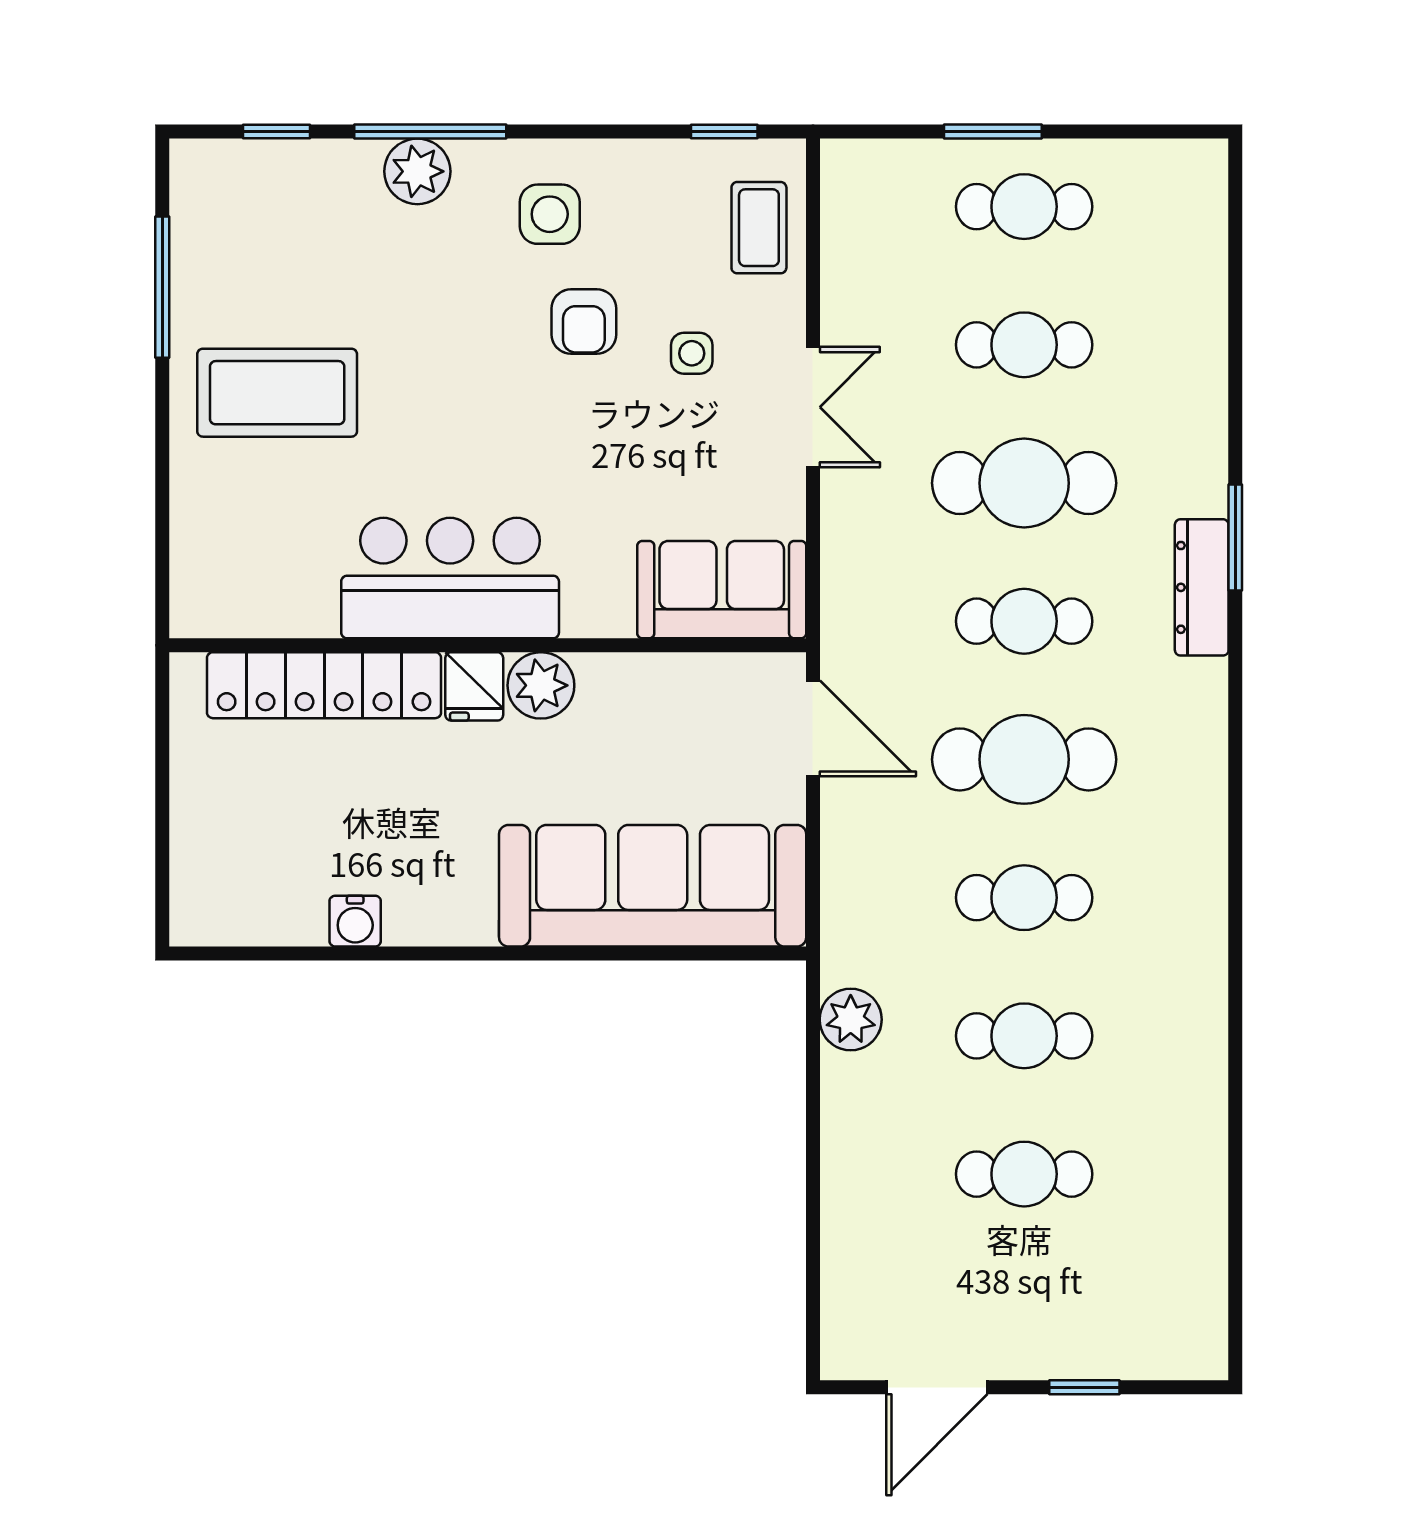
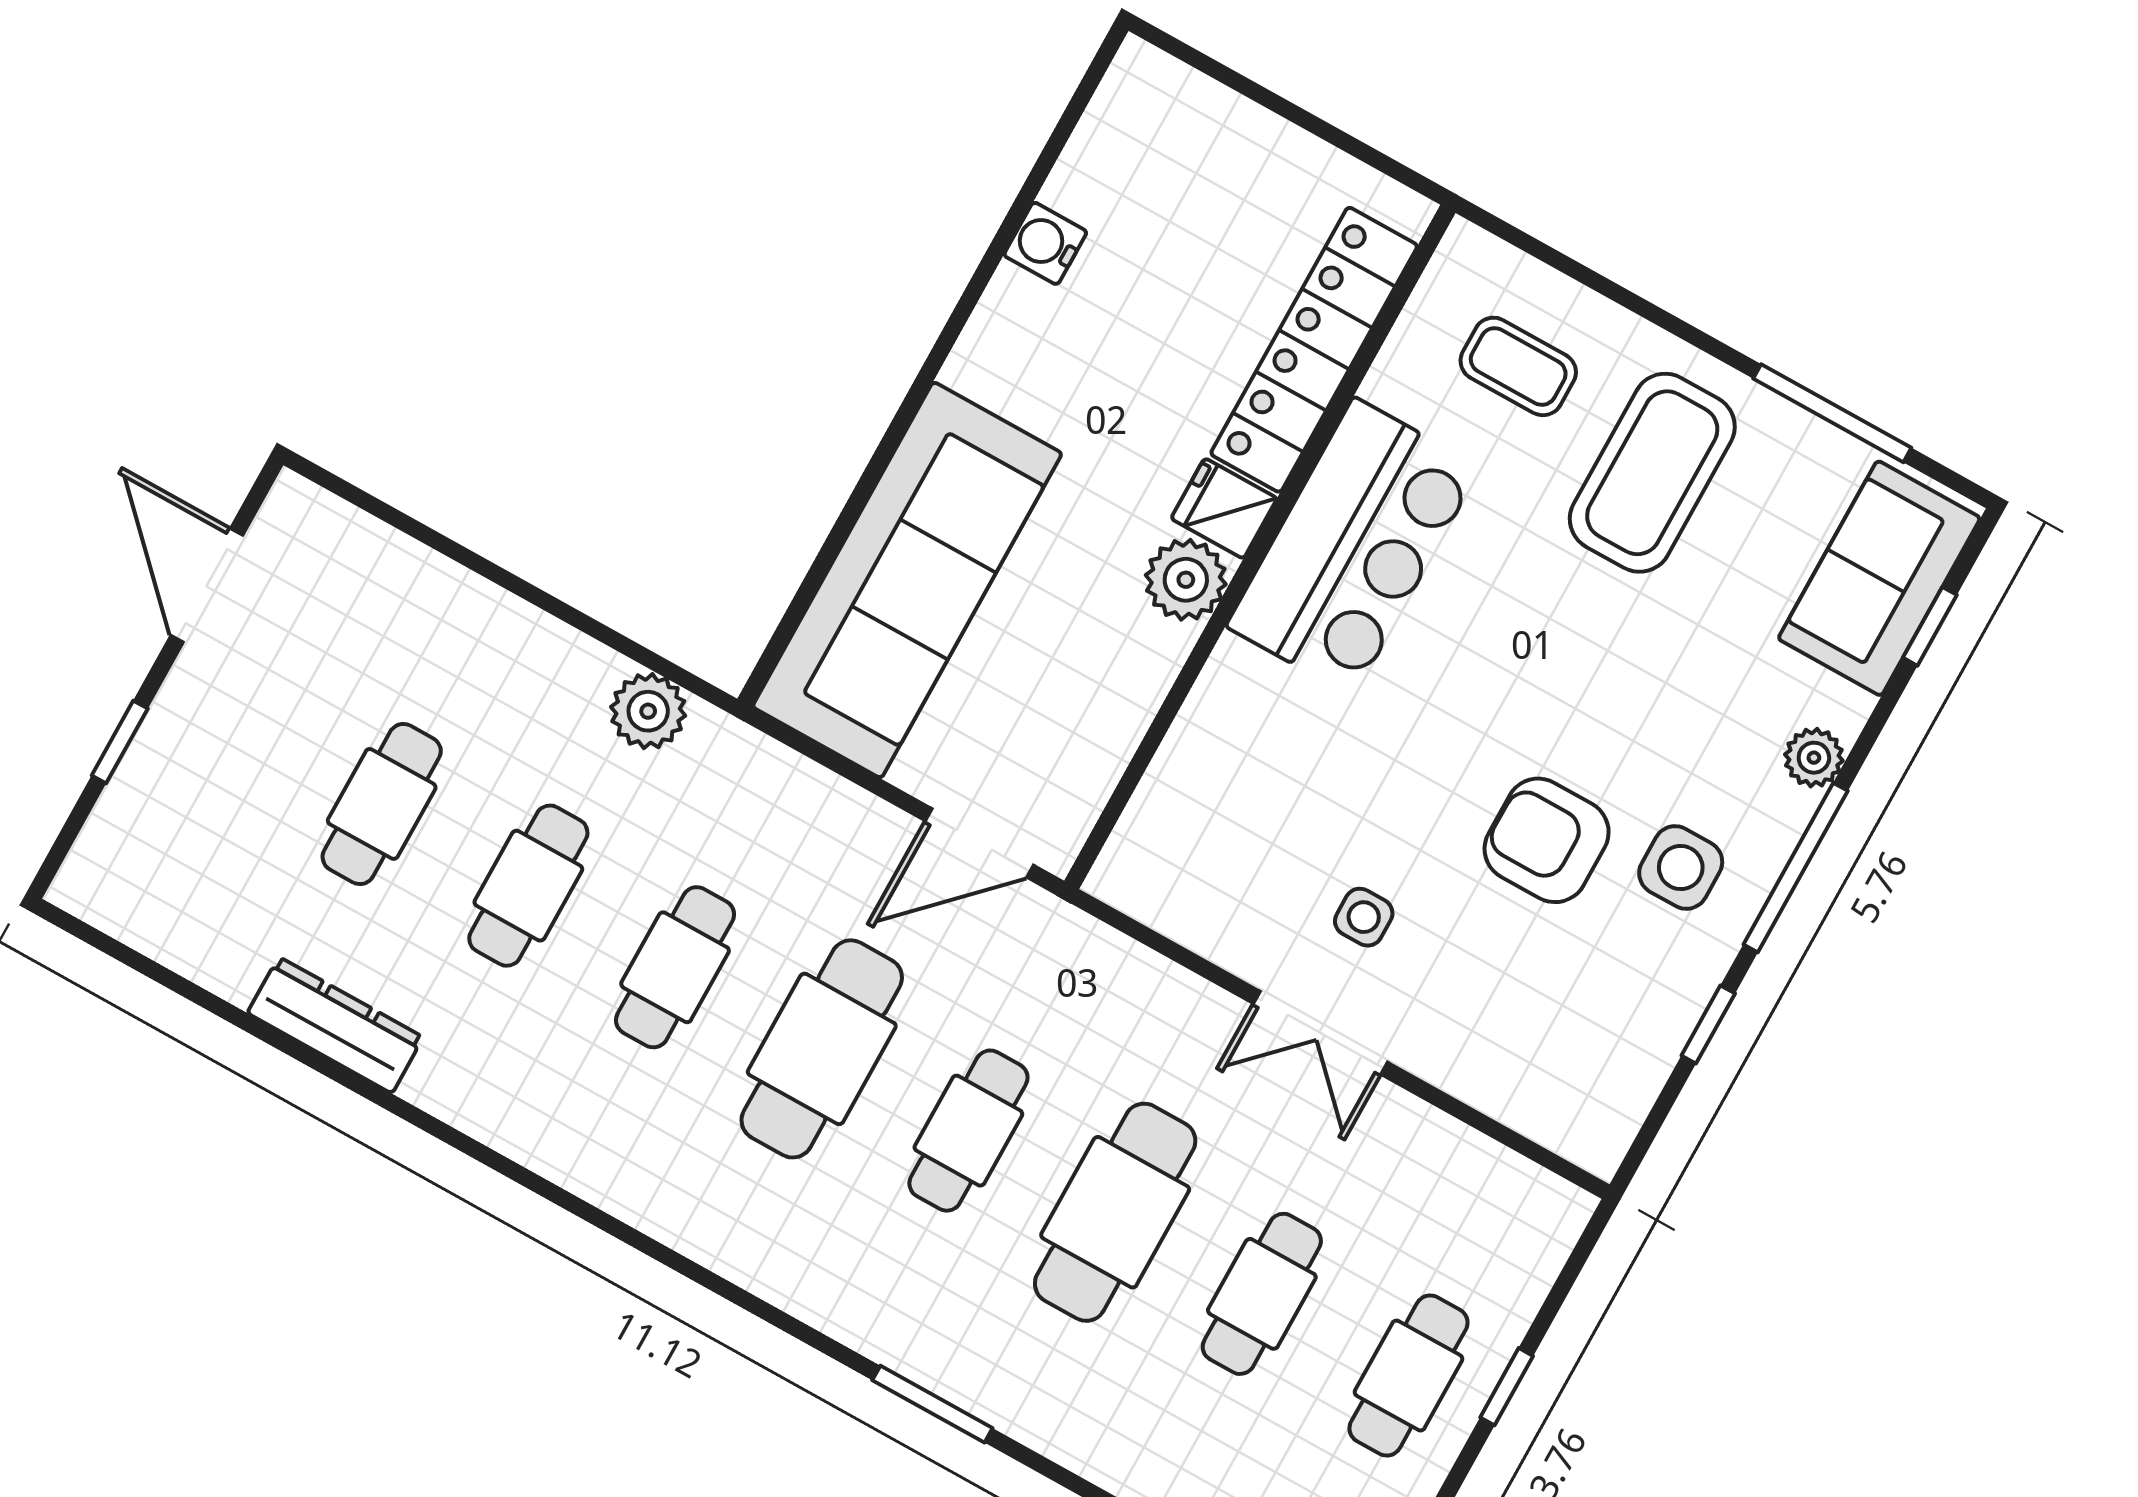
window: (430, 132) -> (1796, 868), moved
window: (724, 132) -> (1708, 1024), moved
window: (993, 132) -> (1507, 1387), width x0.67
plant: (417, 171) -> (1814, 758), width x0.73, depth x0.73
coffee table: (759, 228) -> (1518, 366), moved
armchair: (584, 322) -> (1547, 840), width x1.38, depth x1.38
side table: (692, 353) -> (1364, 917), moved
dresser: (1202, 587) -> (335, 1025), moved
sofa: (722, 590) -> (1879, 578), moved, turned 180

